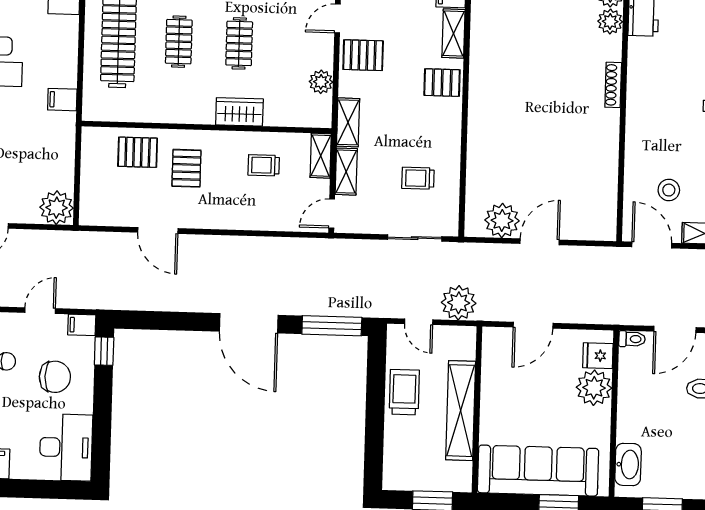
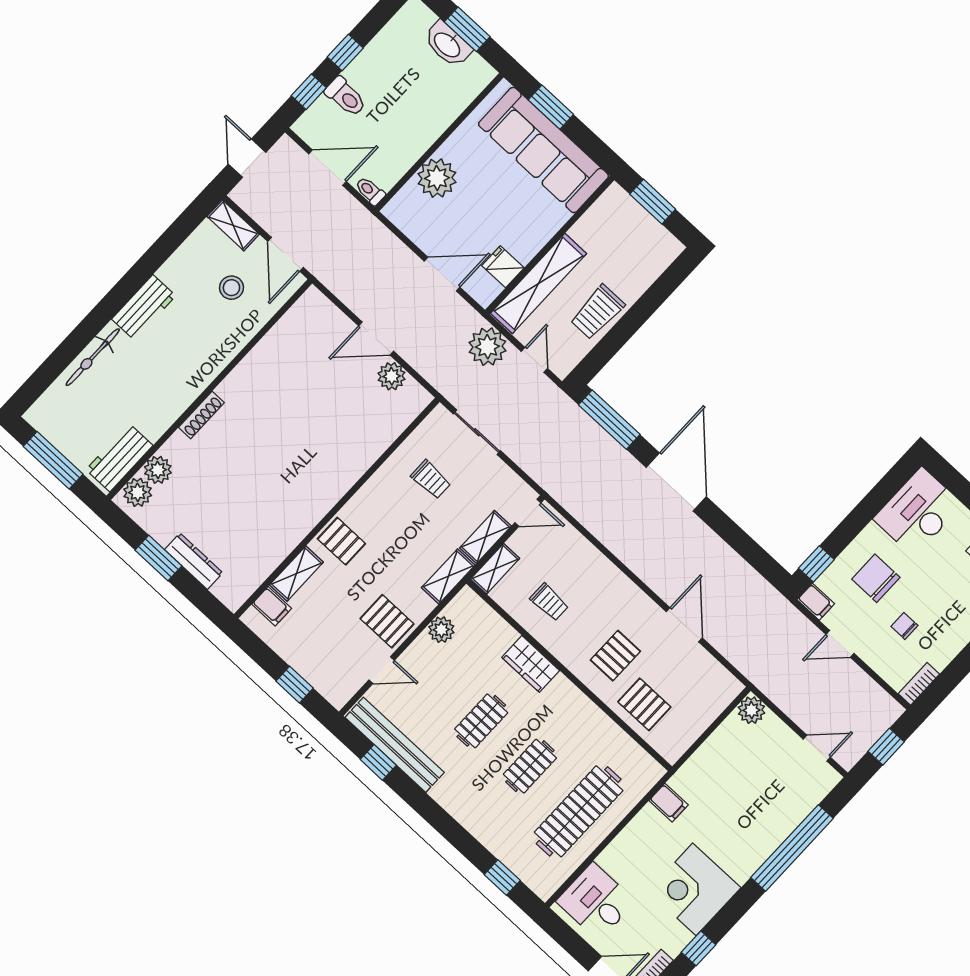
plant: (57, 208) -> (751, 710), width x0.73, depth x0.73
plant: (502, 220) -> (392, 376), width x0.73, depth x0.73
fridge: (598, 356) -> (503, 267), moved, turned 180
shelving: (461, 411) -> (539, 283), moved
washbasin: (628, 464) -> (448, 44), moved, turned -90

